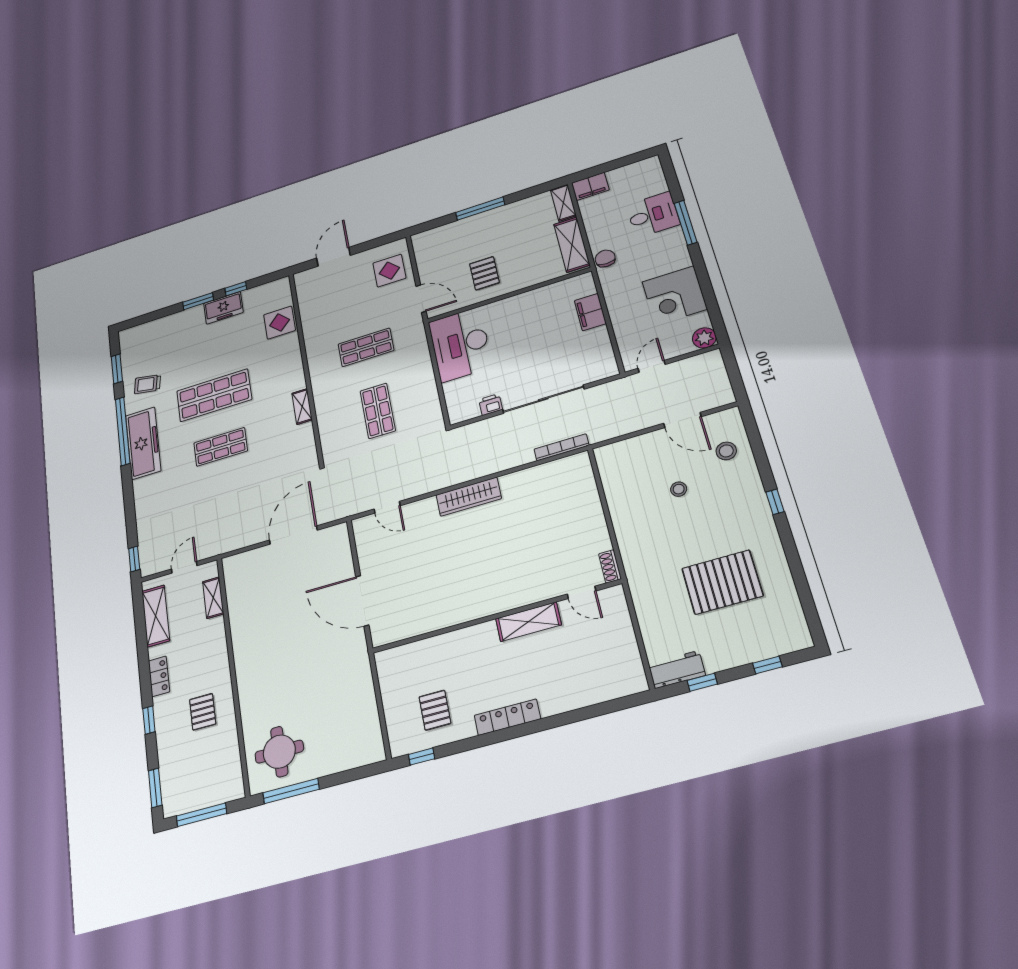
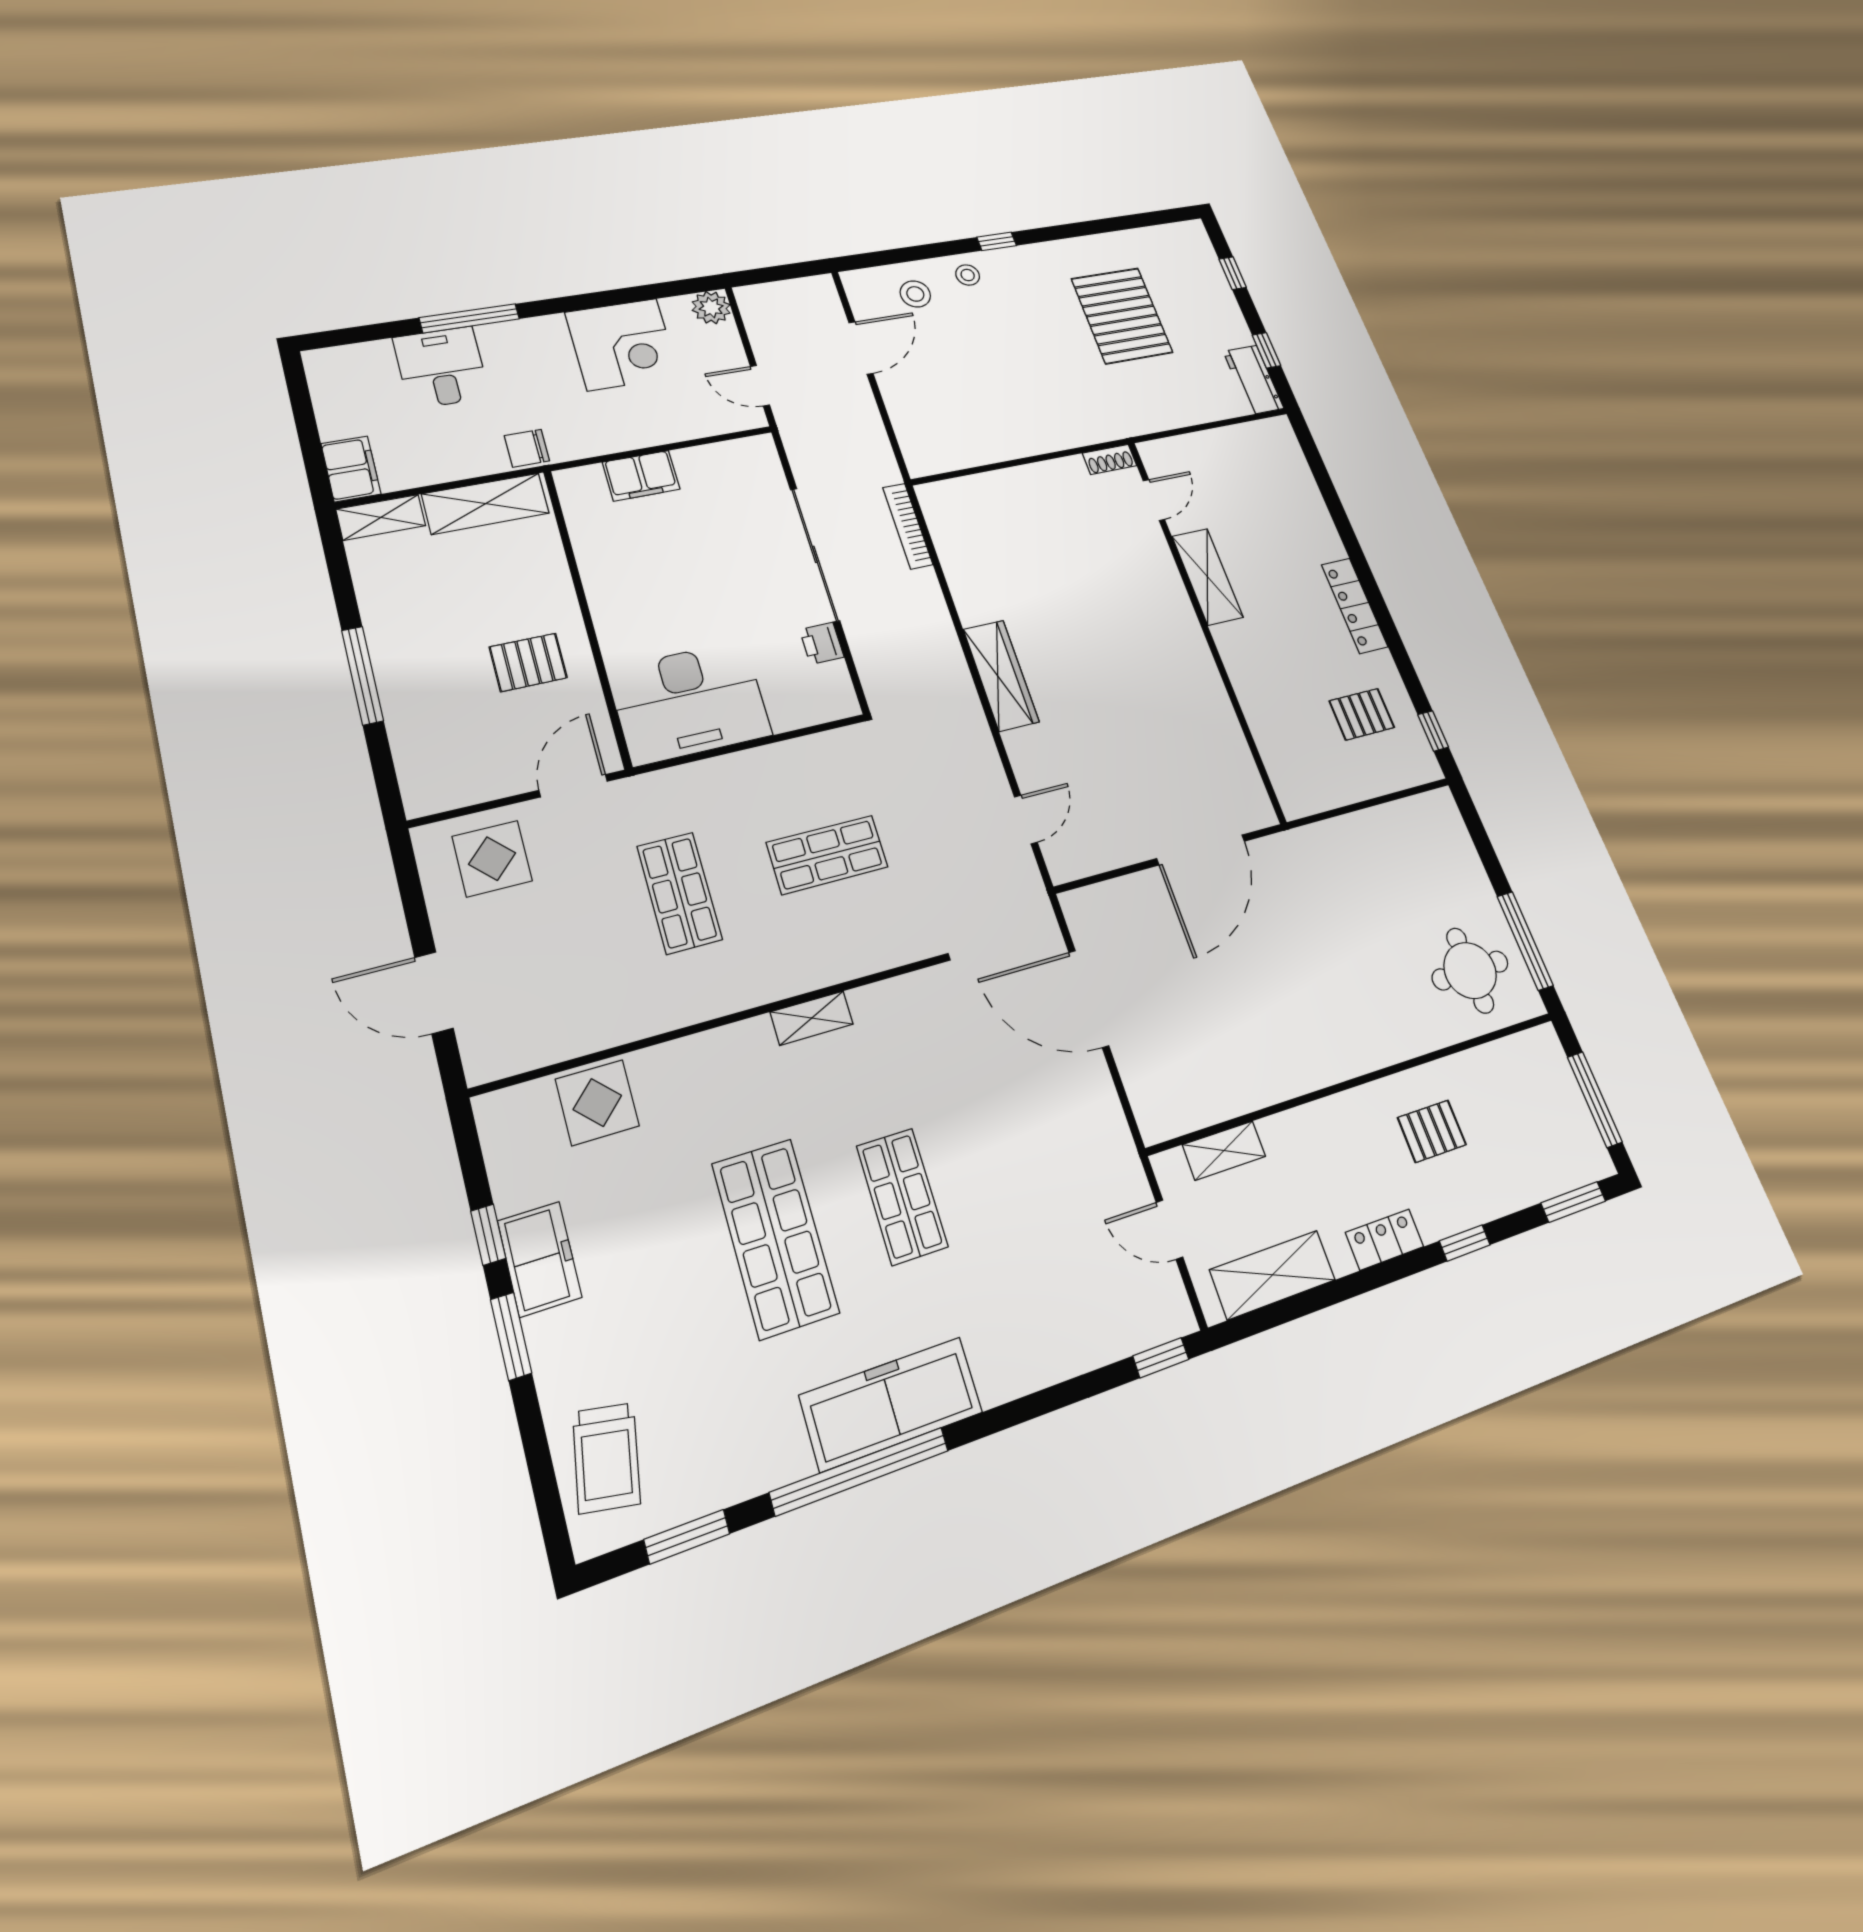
trolley: (148, 384) -> (606, 1458), moved, width x1.36, depth x1.39
stool: (679, 489) -> (968, 275), moved

